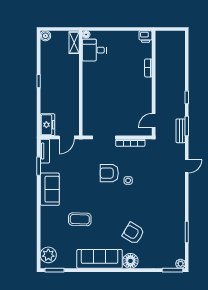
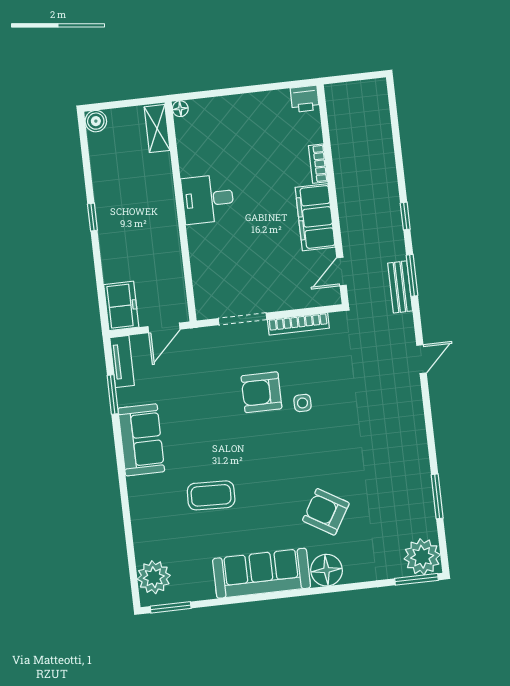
desk: (94, 50) -> (208, 199), moved
filing cabinet: (144, 93) -> (315, 217), added
plant: (181, 264) -> (422, 557), width x1.87, depth x1.87

